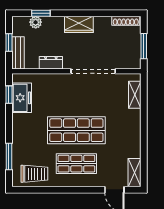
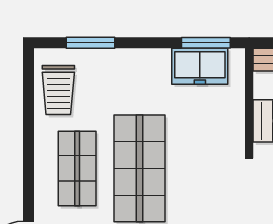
window: (9, 95) -> (206, 43), width x1.50

